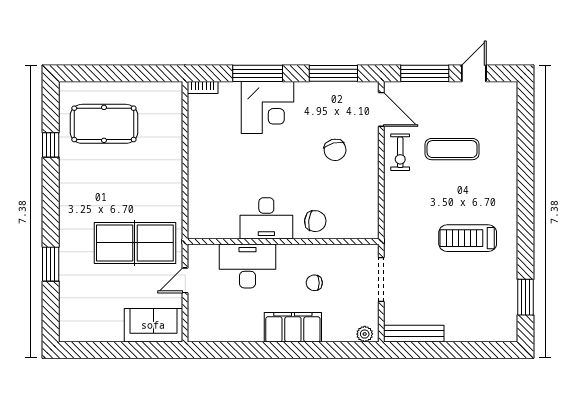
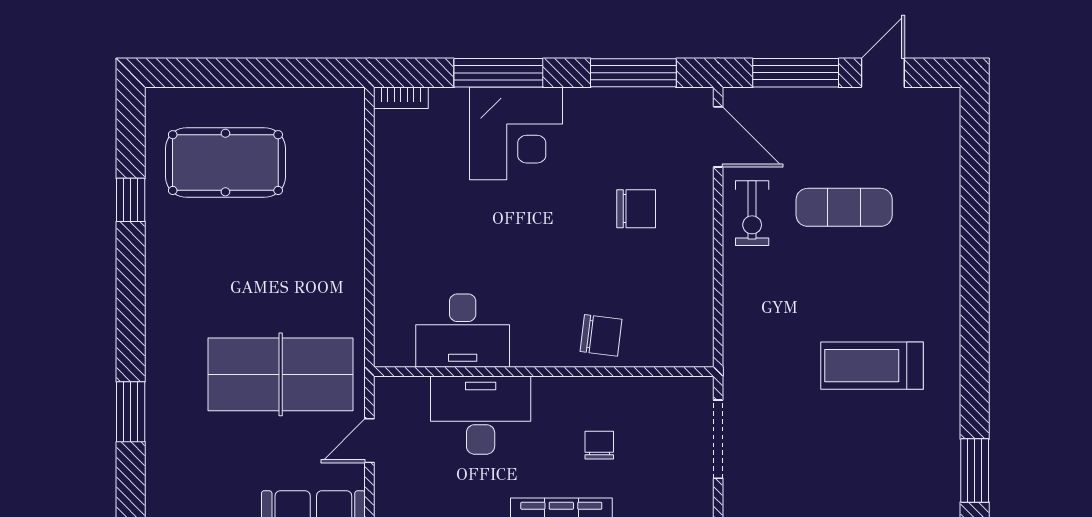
chair: (335, 150) -> (636, 209), turned -75
desk: (266, 218) -> (463, 331), moved
chair: (314, 283) -> (599, 445), turned 90

